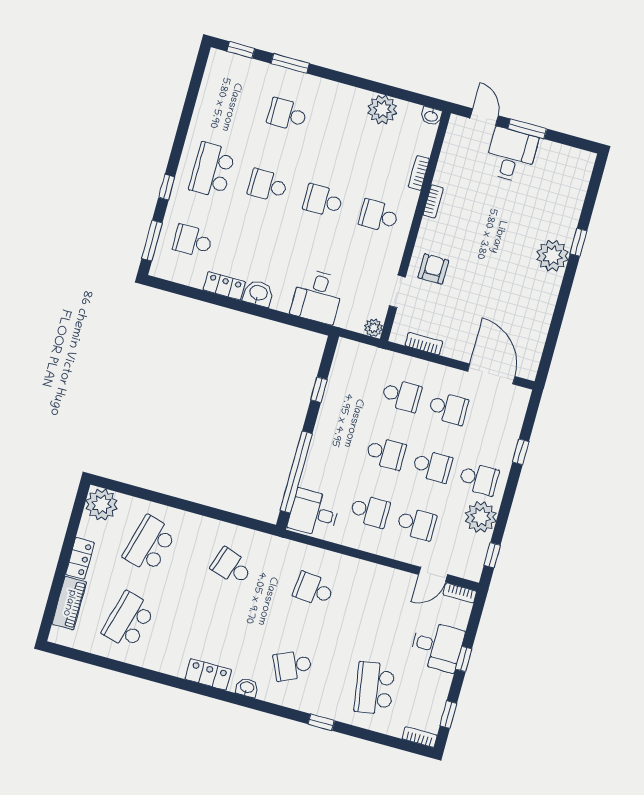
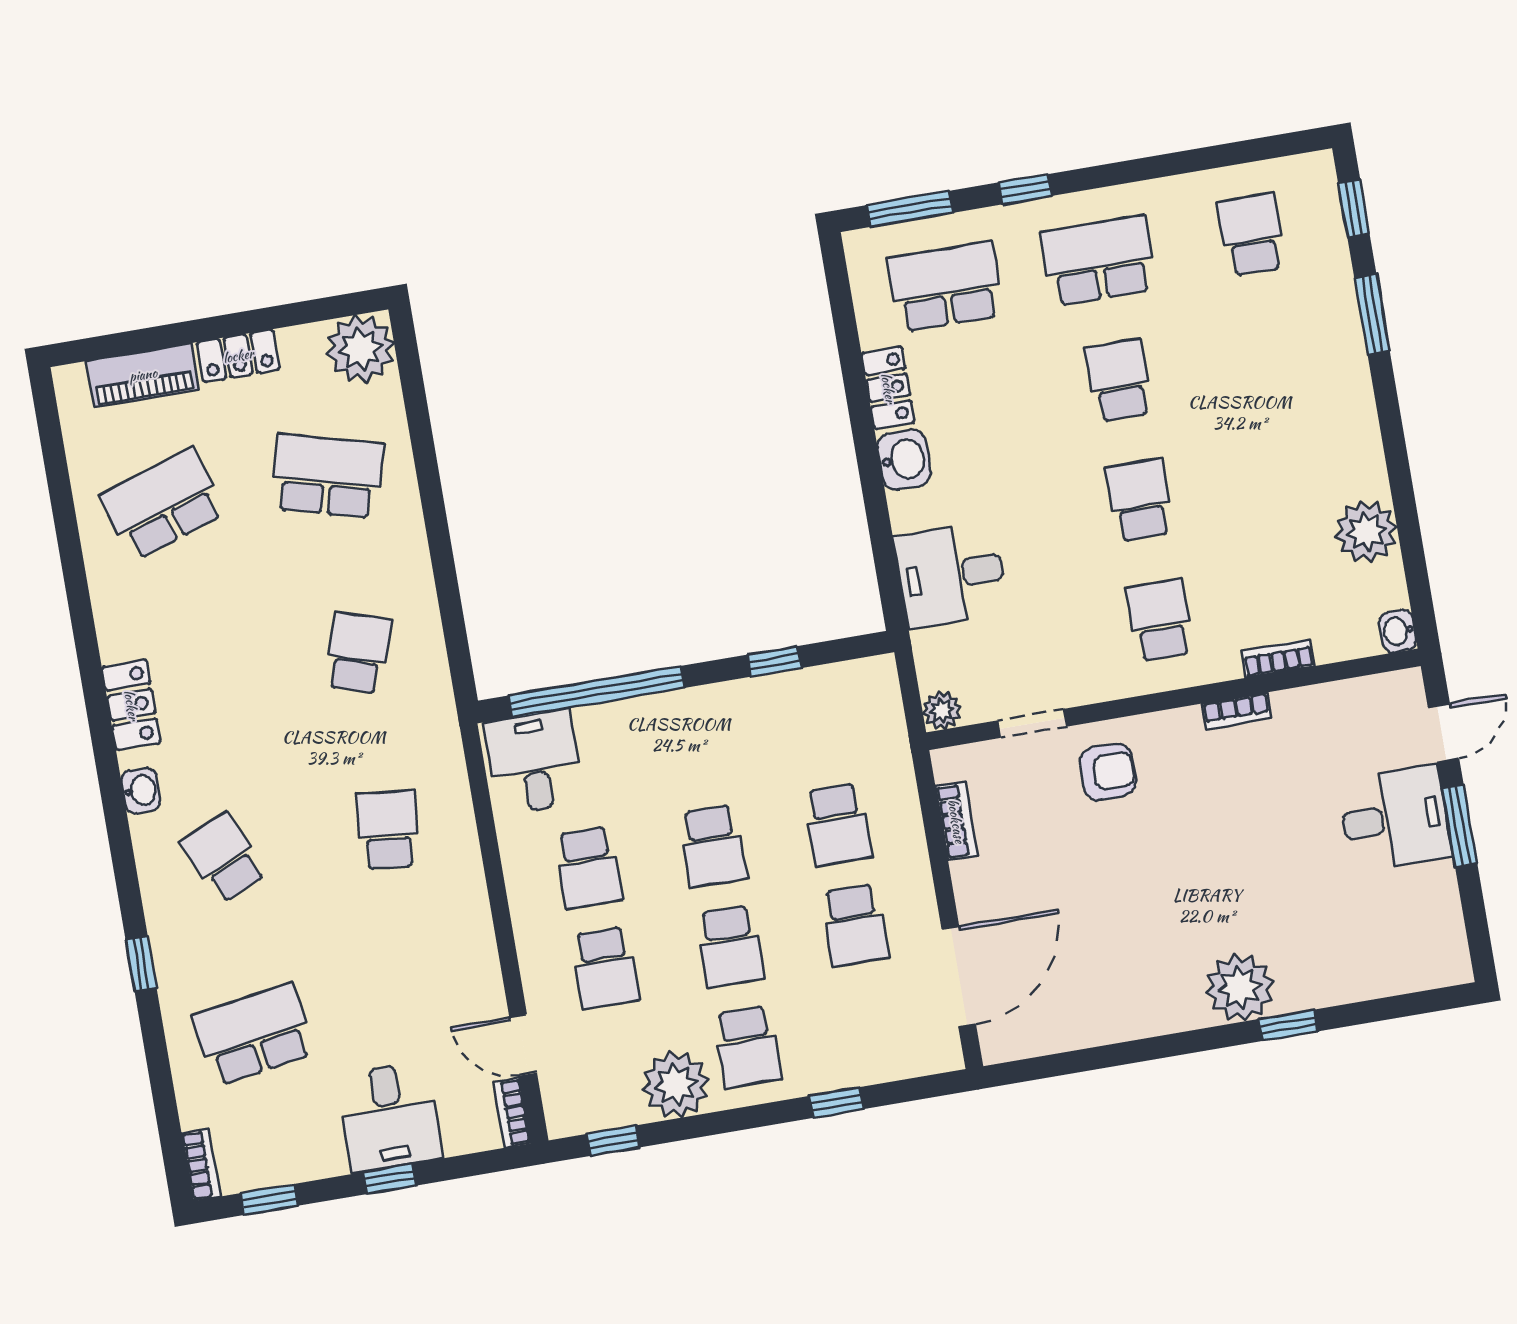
school desk: (287, 114) -> (1251, 234), moved
school desk: (193, 241) -> (946, 287), width x1.85
school desk: (129, 620) -> (163, 504), turned -33

